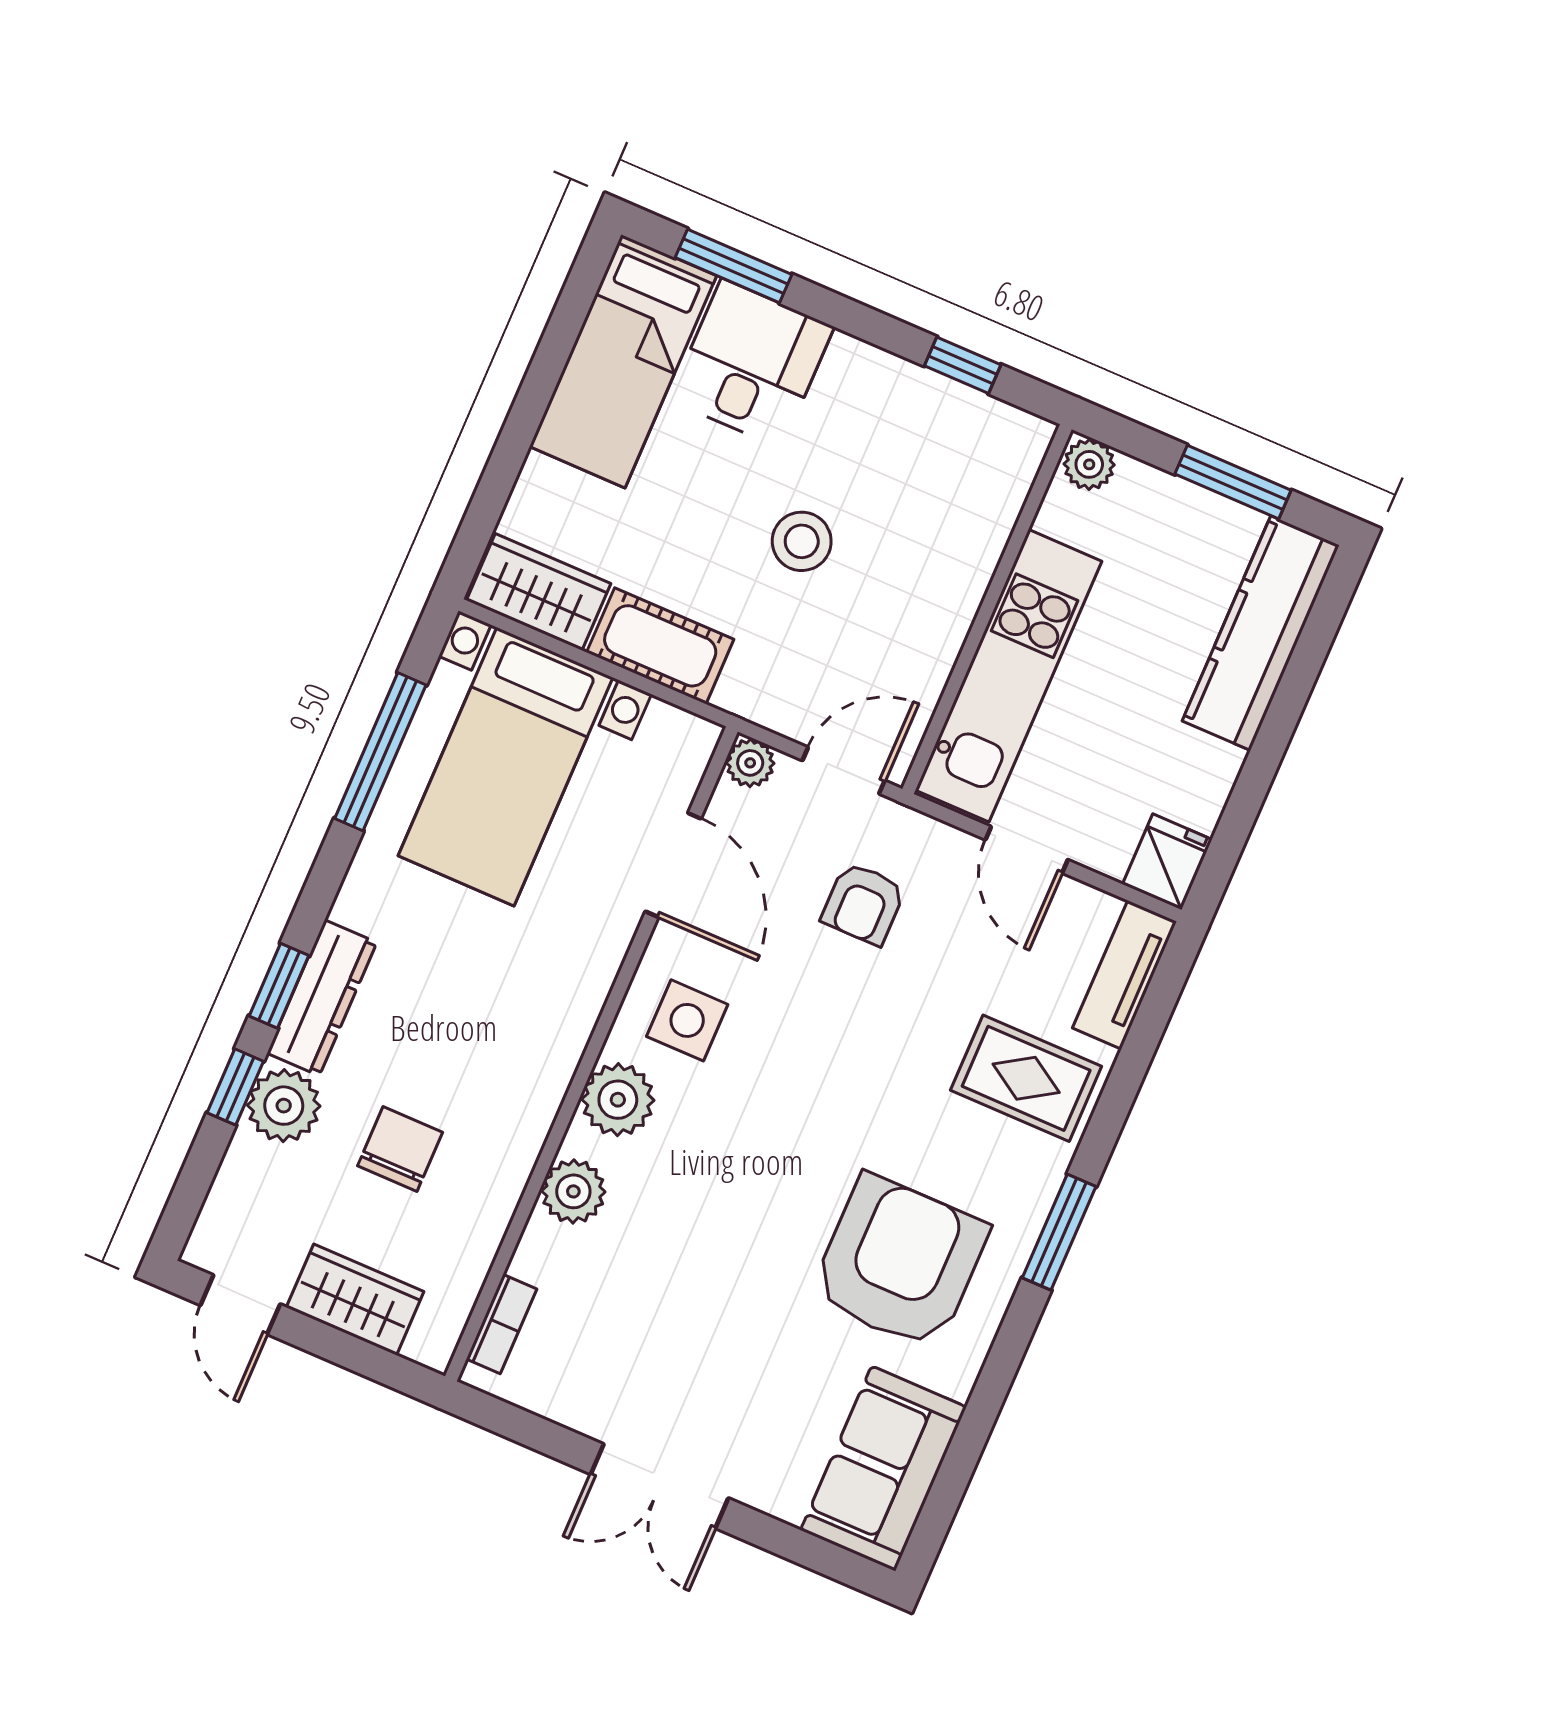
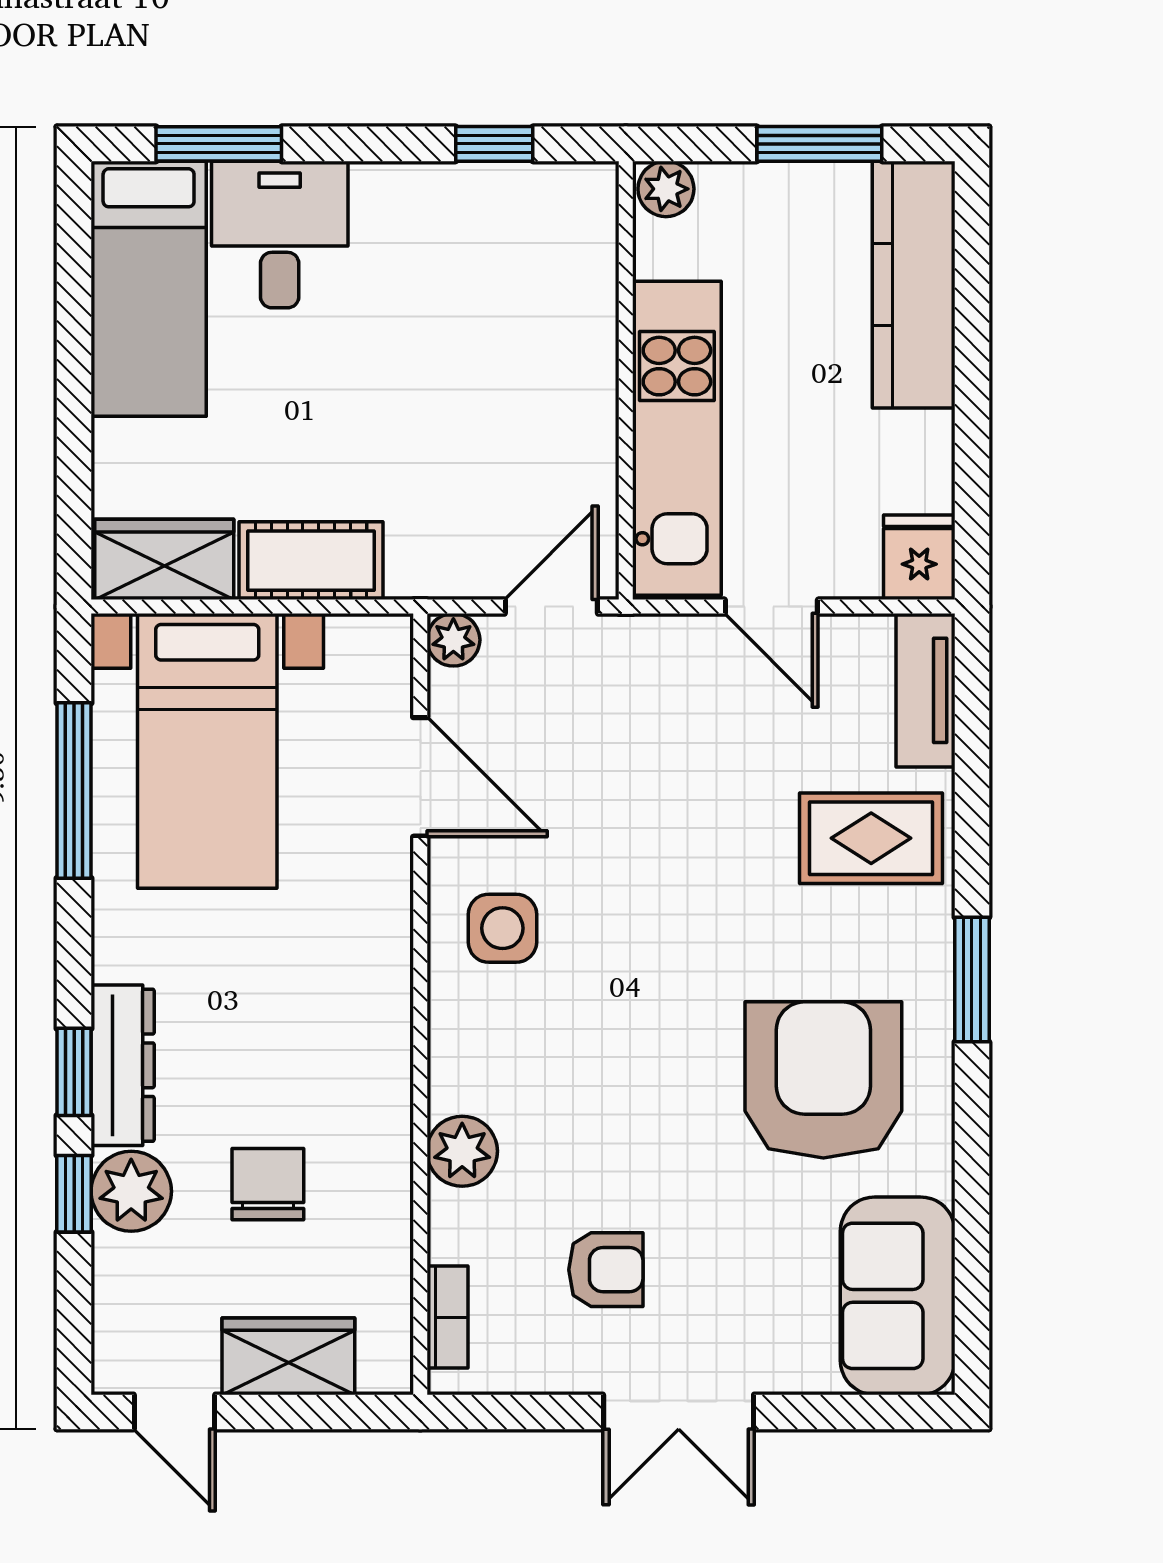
stool: (802, 541) -> (408, 393), removed
armchair: (863, 904) -> (606, 1270), moved, turned -90
plant: (618, 1100) -> (467, 1039), removed

